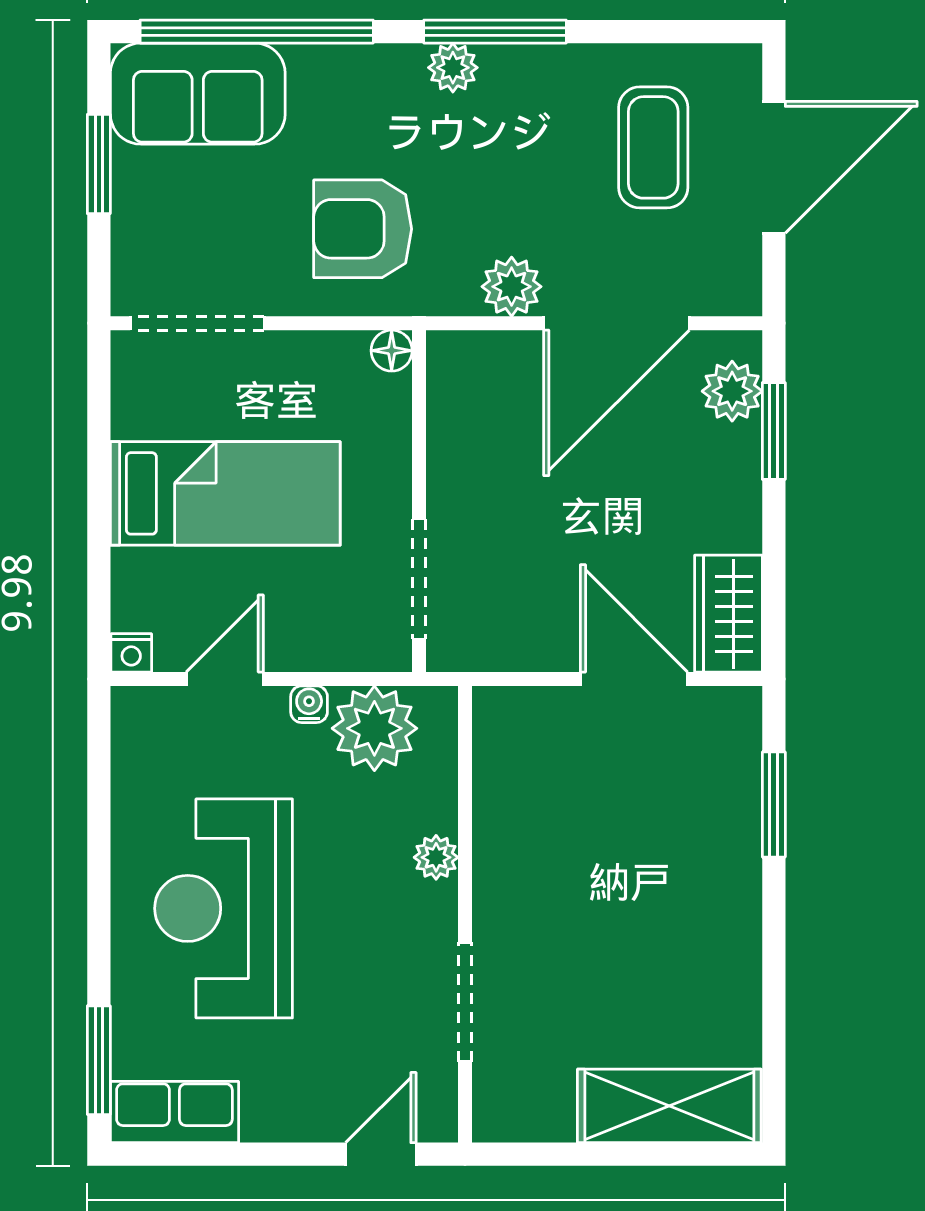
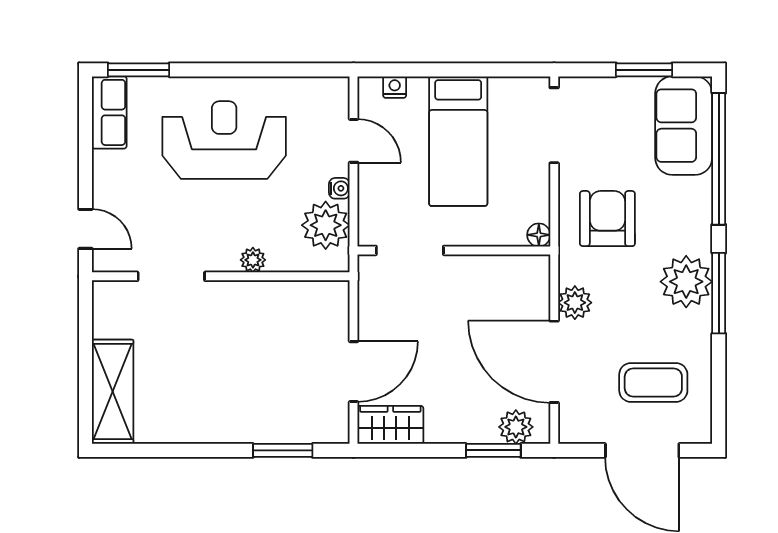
plant: (453, 68) -> (686, 282), width x1.88, depth x1.88
nightstand: (131, 653) -> (395, 87), moved, turned 90

